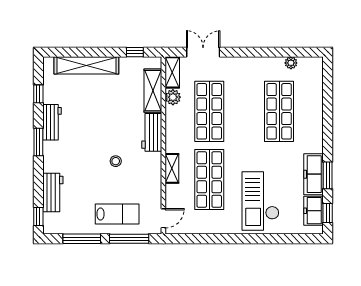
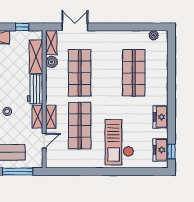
plant: (291, 63) -> (154, 35), moved
shelving: (155, 168) -> (37, 116), added
freezer: (314, 174) -> (160, 117), width x0.71
window: (328, 175) -> (171, 122), removed
door: (163, 218) -> (44, 141), moved

